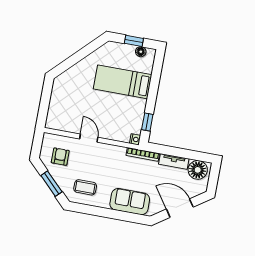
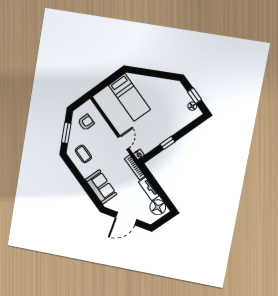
bed: (123, 82) -> (129, 97), moved, turned 180
window: (147, 122) -> (167, 143), moved
door: (89, 138) -> (123, 143), moved
door: (180, 208) -> (126, 219), swing flipped

